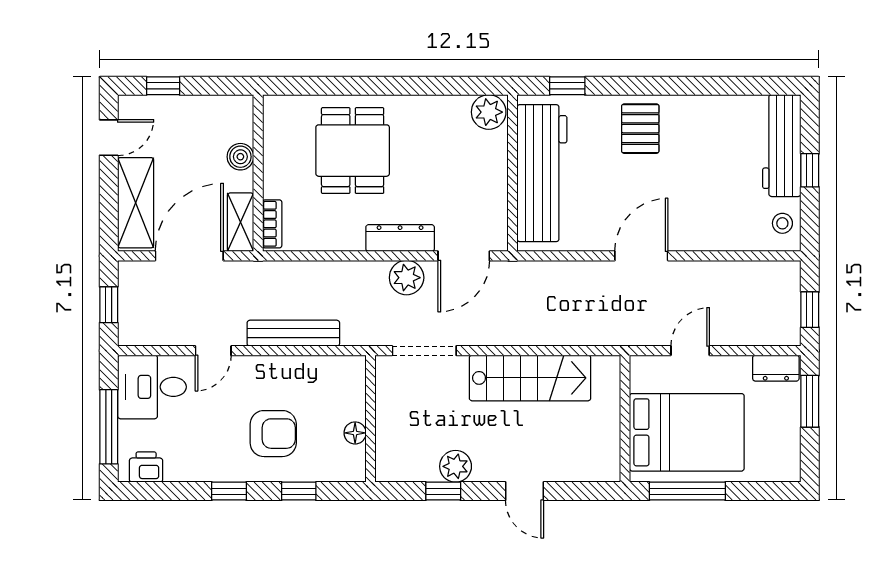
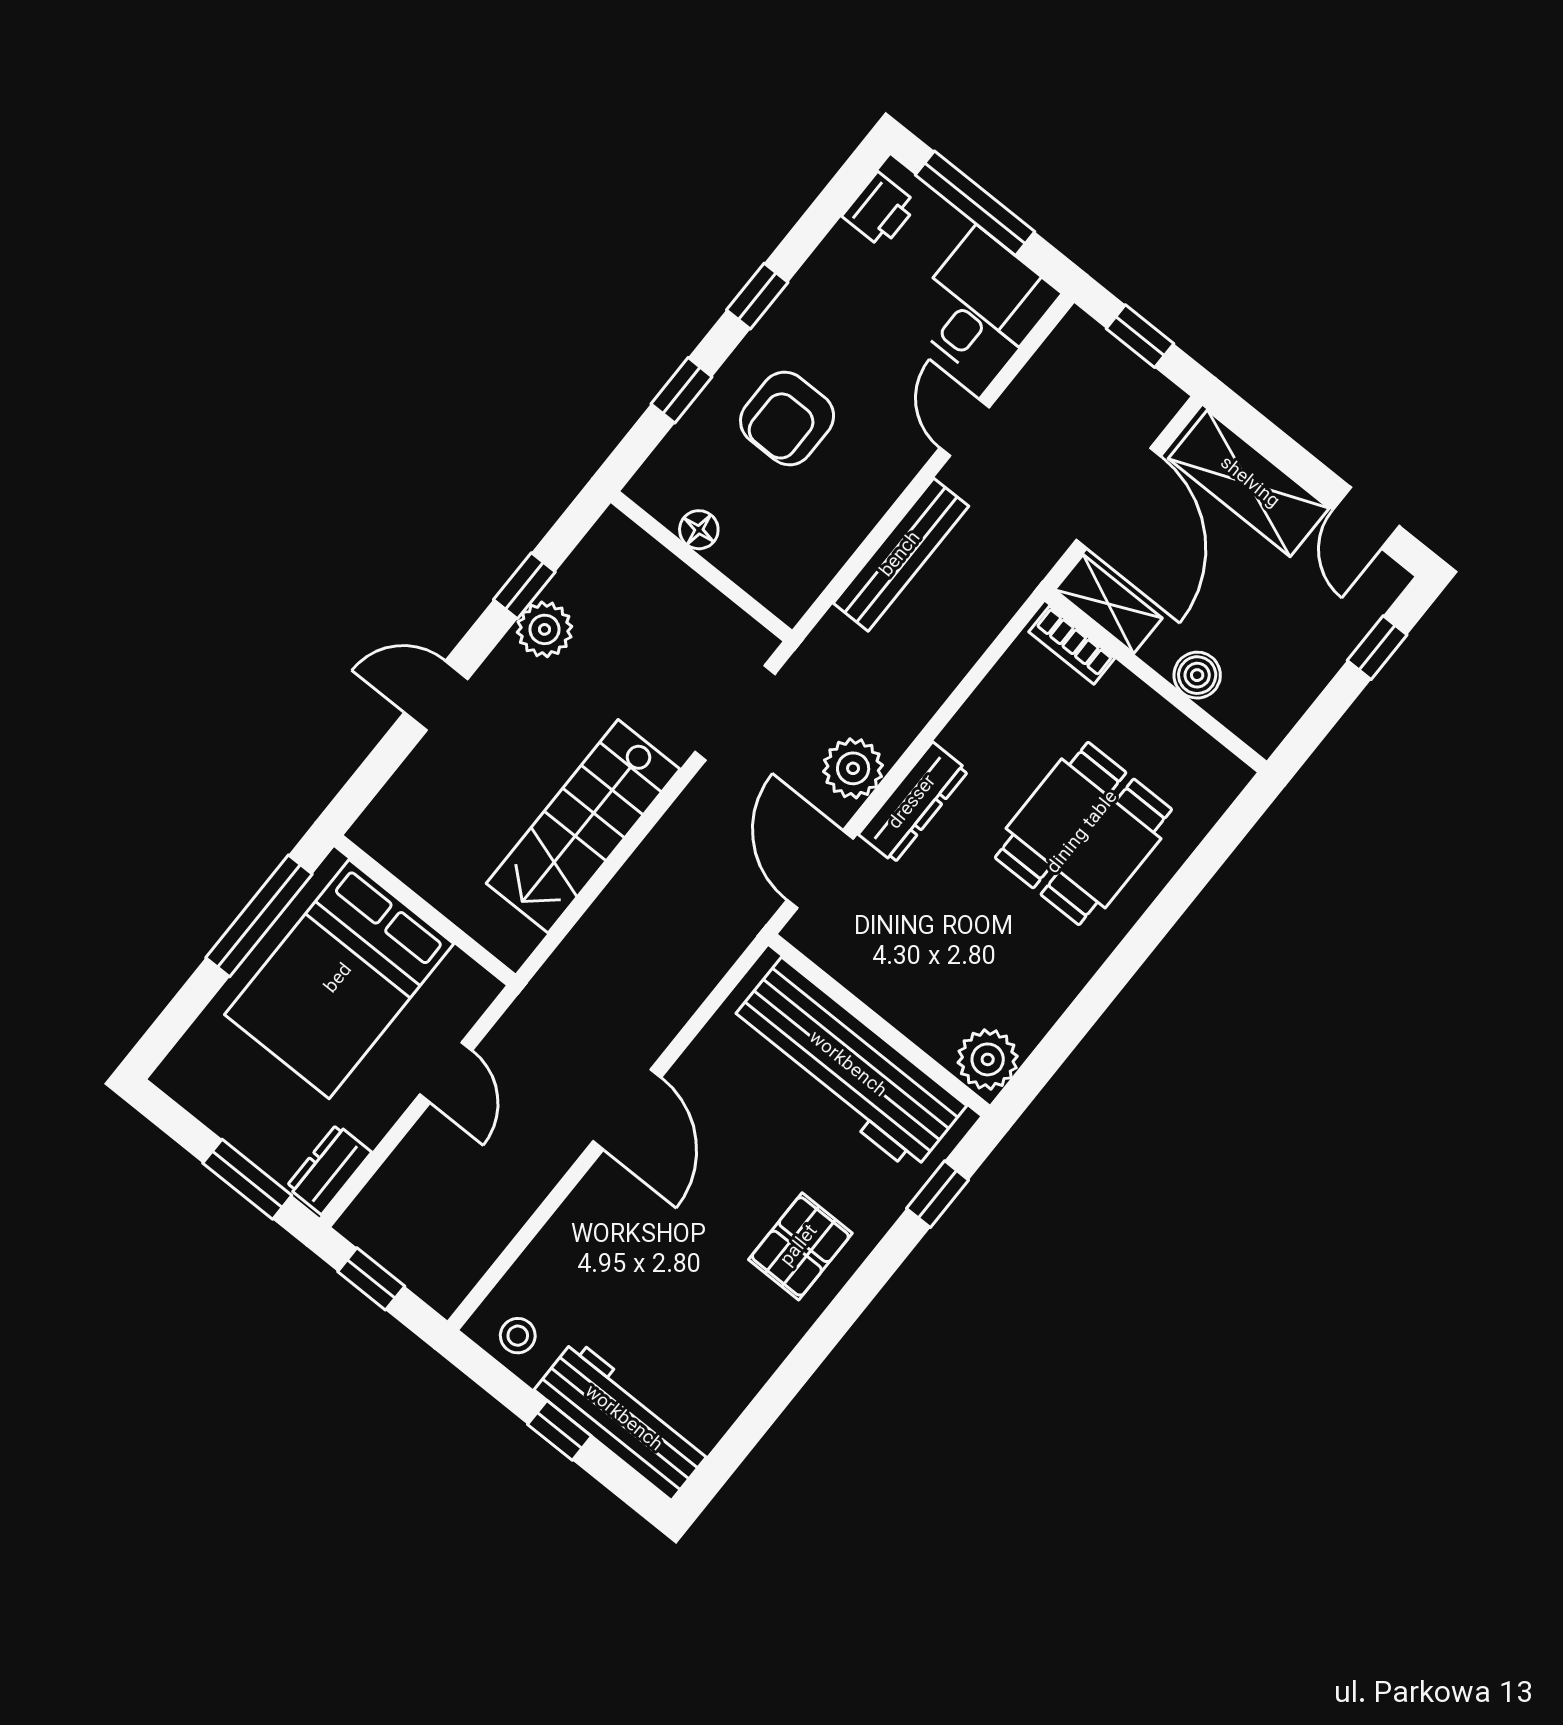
pallet: (640, 129) -> (800, 1246), turned 90
dining table: (353, 151) -> (1083, 833), turned 90

